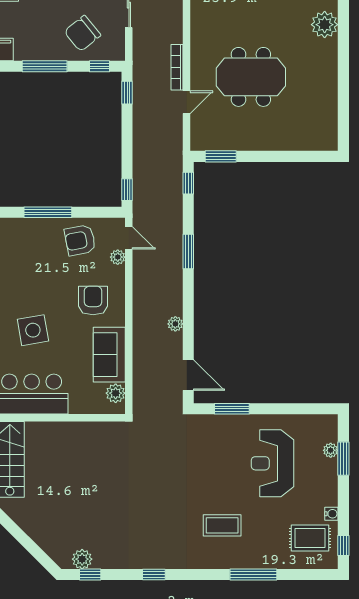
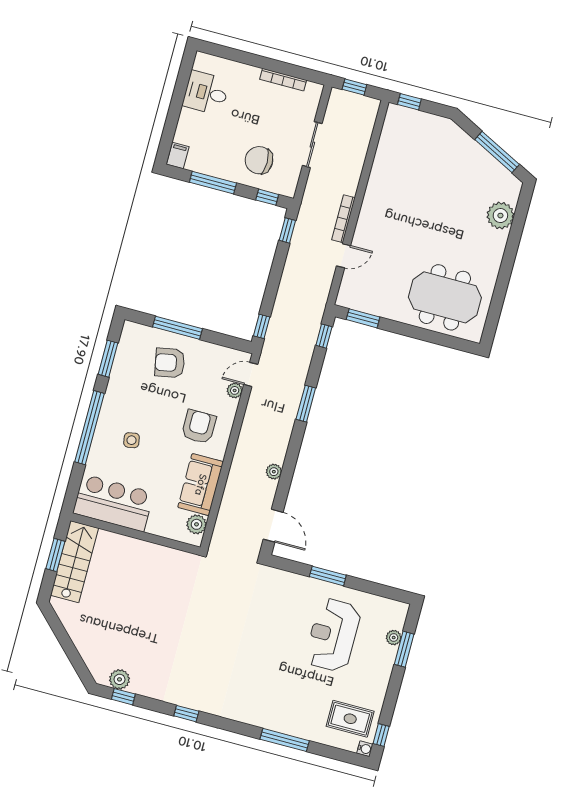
chair: (82, 33) -> (259, 160), turned 39
meeting table: (251, 77) -> (445, 297), moved
door: (129, 238) -> (251, 374), swing flipped
armchair: (80, 240) -> (170, 363), moved
side table: (33, 330) -> (132, 440), width x0.54, depth x0.54
window: (232, 409) -> (328, 576), moved
water cooler: (331, 514) -> (365, 749), moved
coffee table: (222, 525) -> (267, 683), removed

